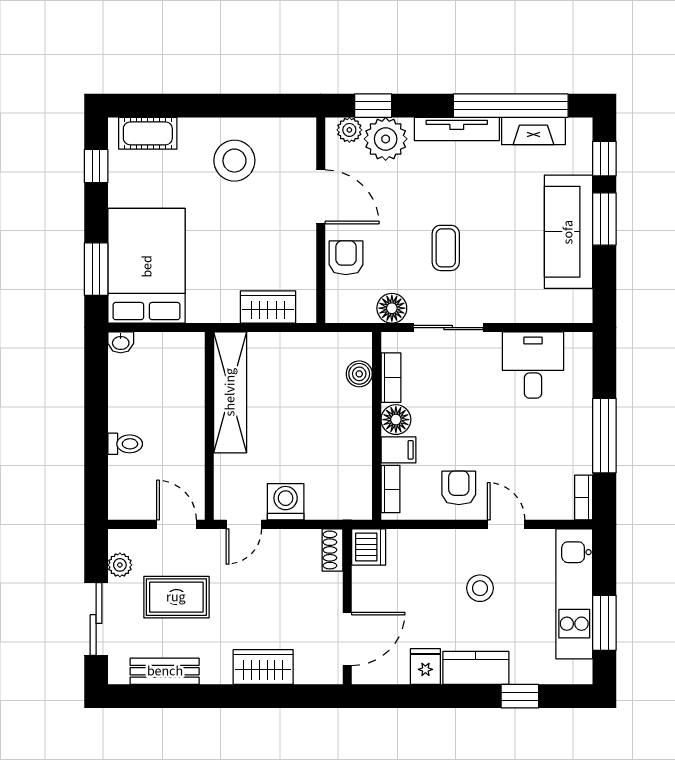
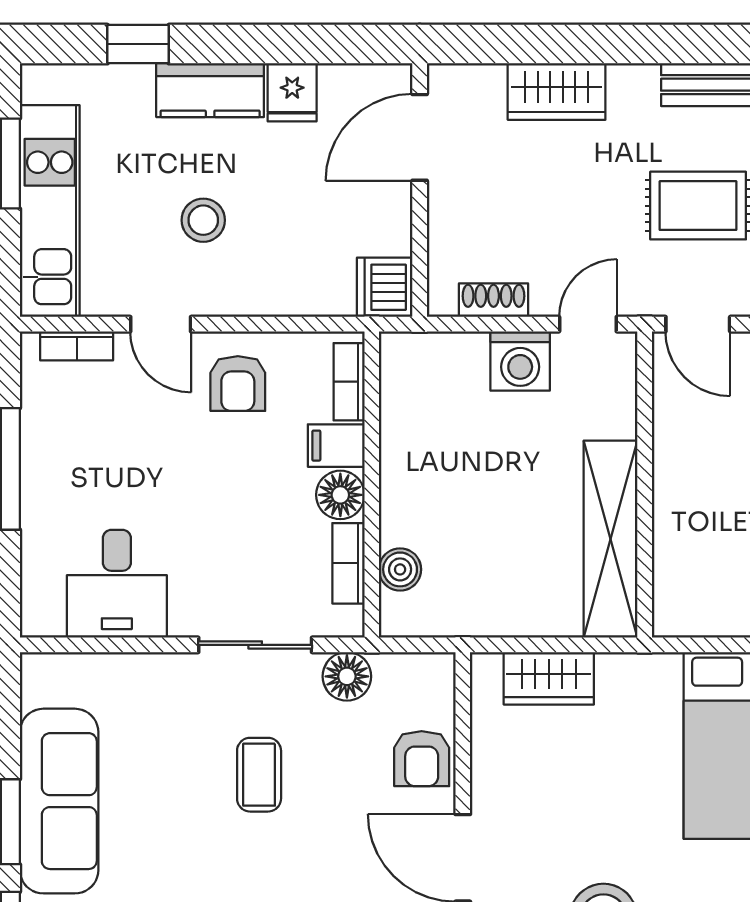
bookcase: (584, 498) -> (77, 346), moved, turned 90
shoe rack: (333, 550) -> (493, 300), moved, turned -90

